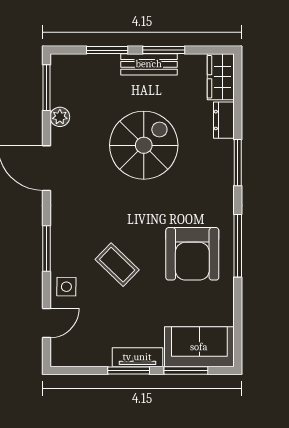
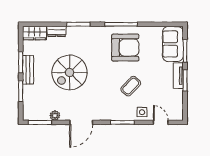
spiral stairs: (144, 145) -> (69, 72), turned -90

